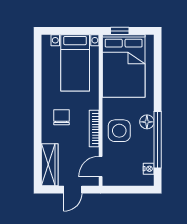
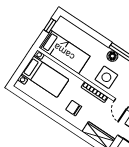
window: (120, 31) -> (50, 26), moved
bed: (124, 66) -> (64, 52), width x0.67

